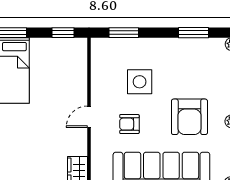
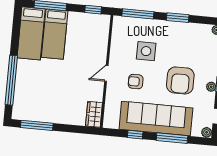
window: (124, 33) -> (138, 14), width x1.44
window: (193, 33) -> (178, 18), moved

